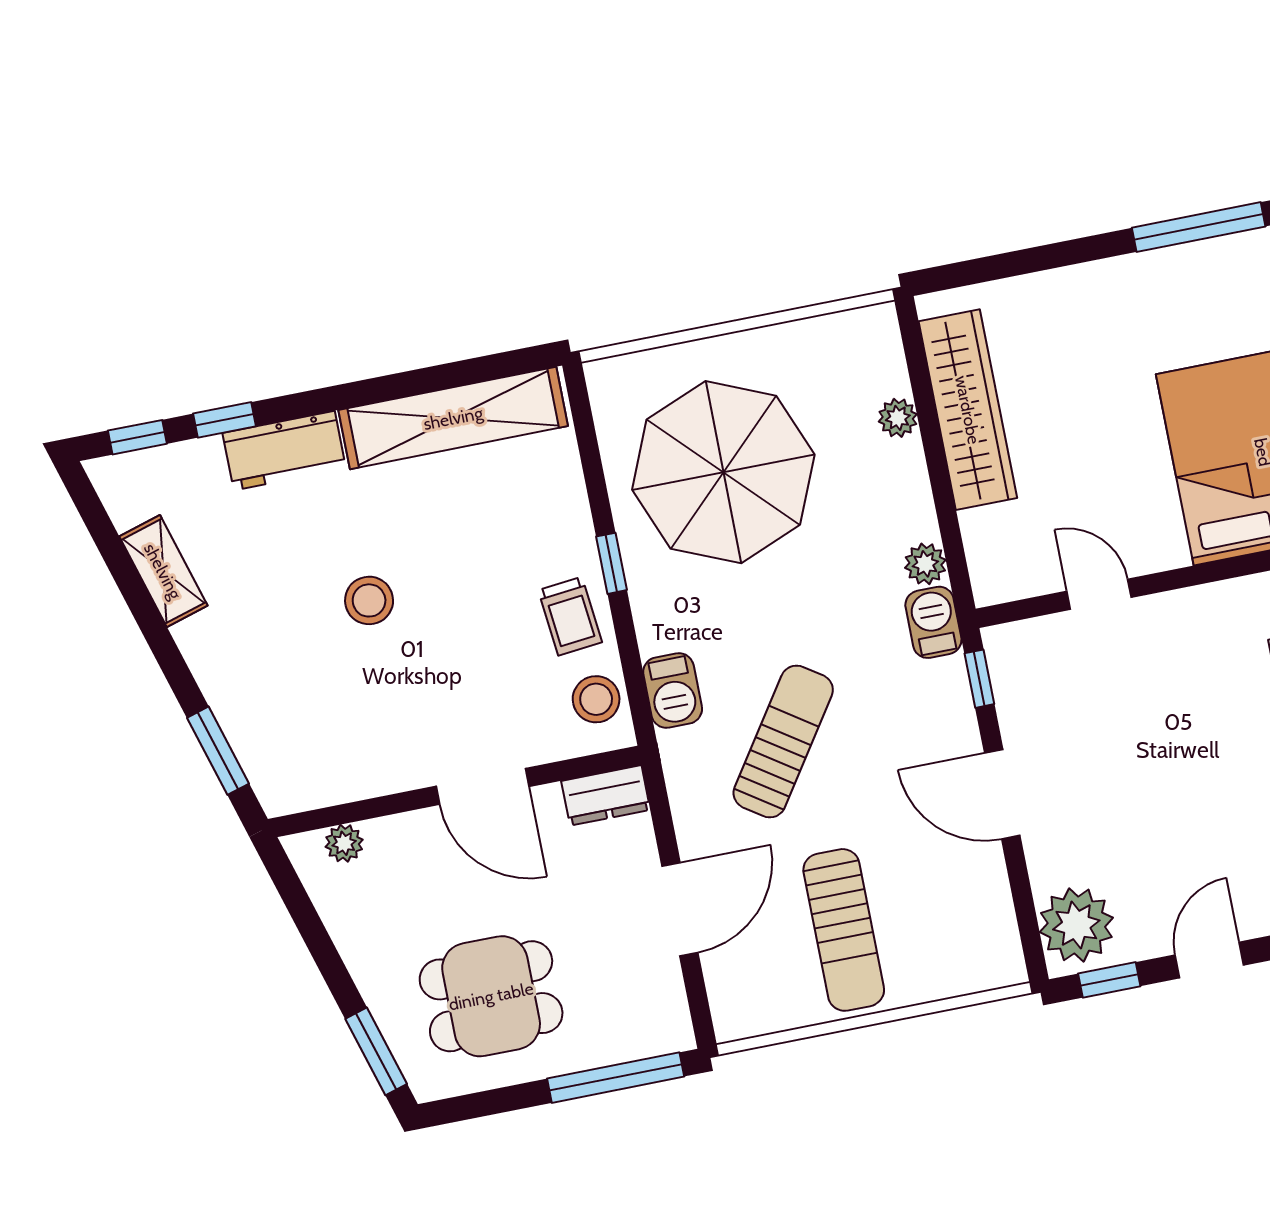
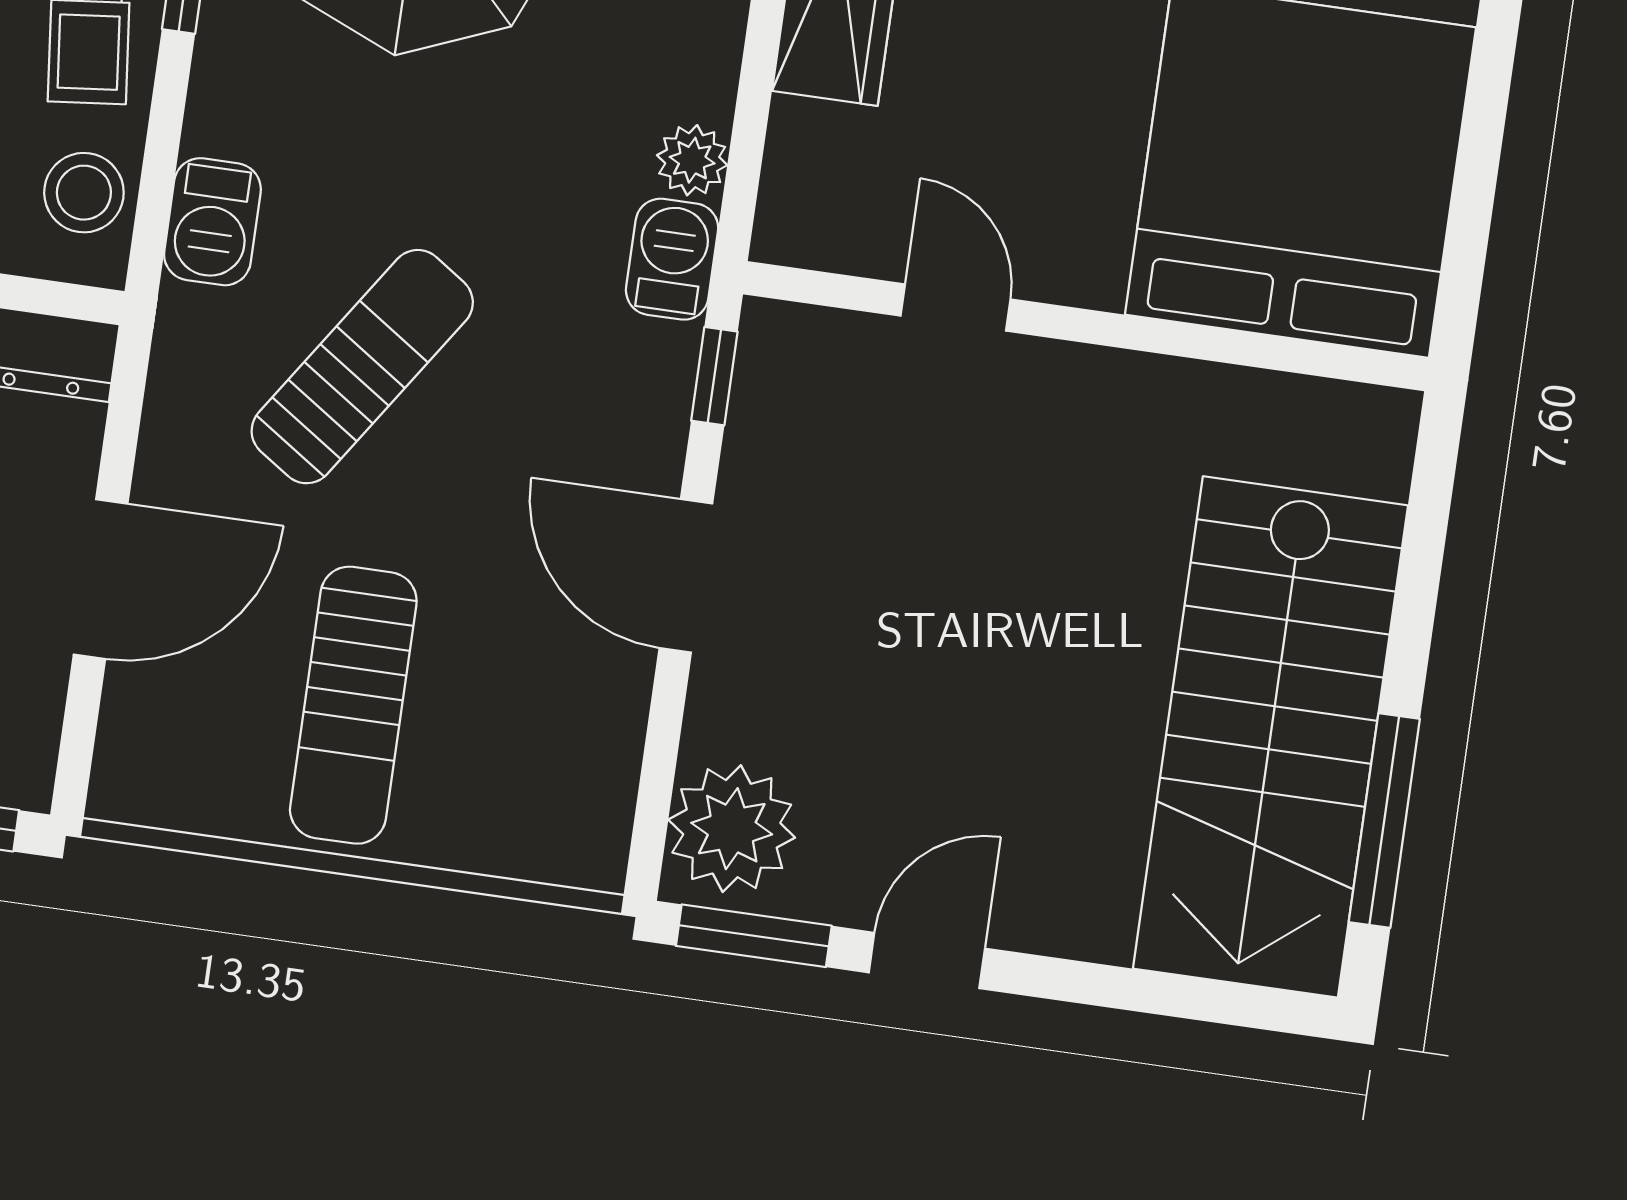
window: (1109, 980) -> (754, 936), width x1.50

